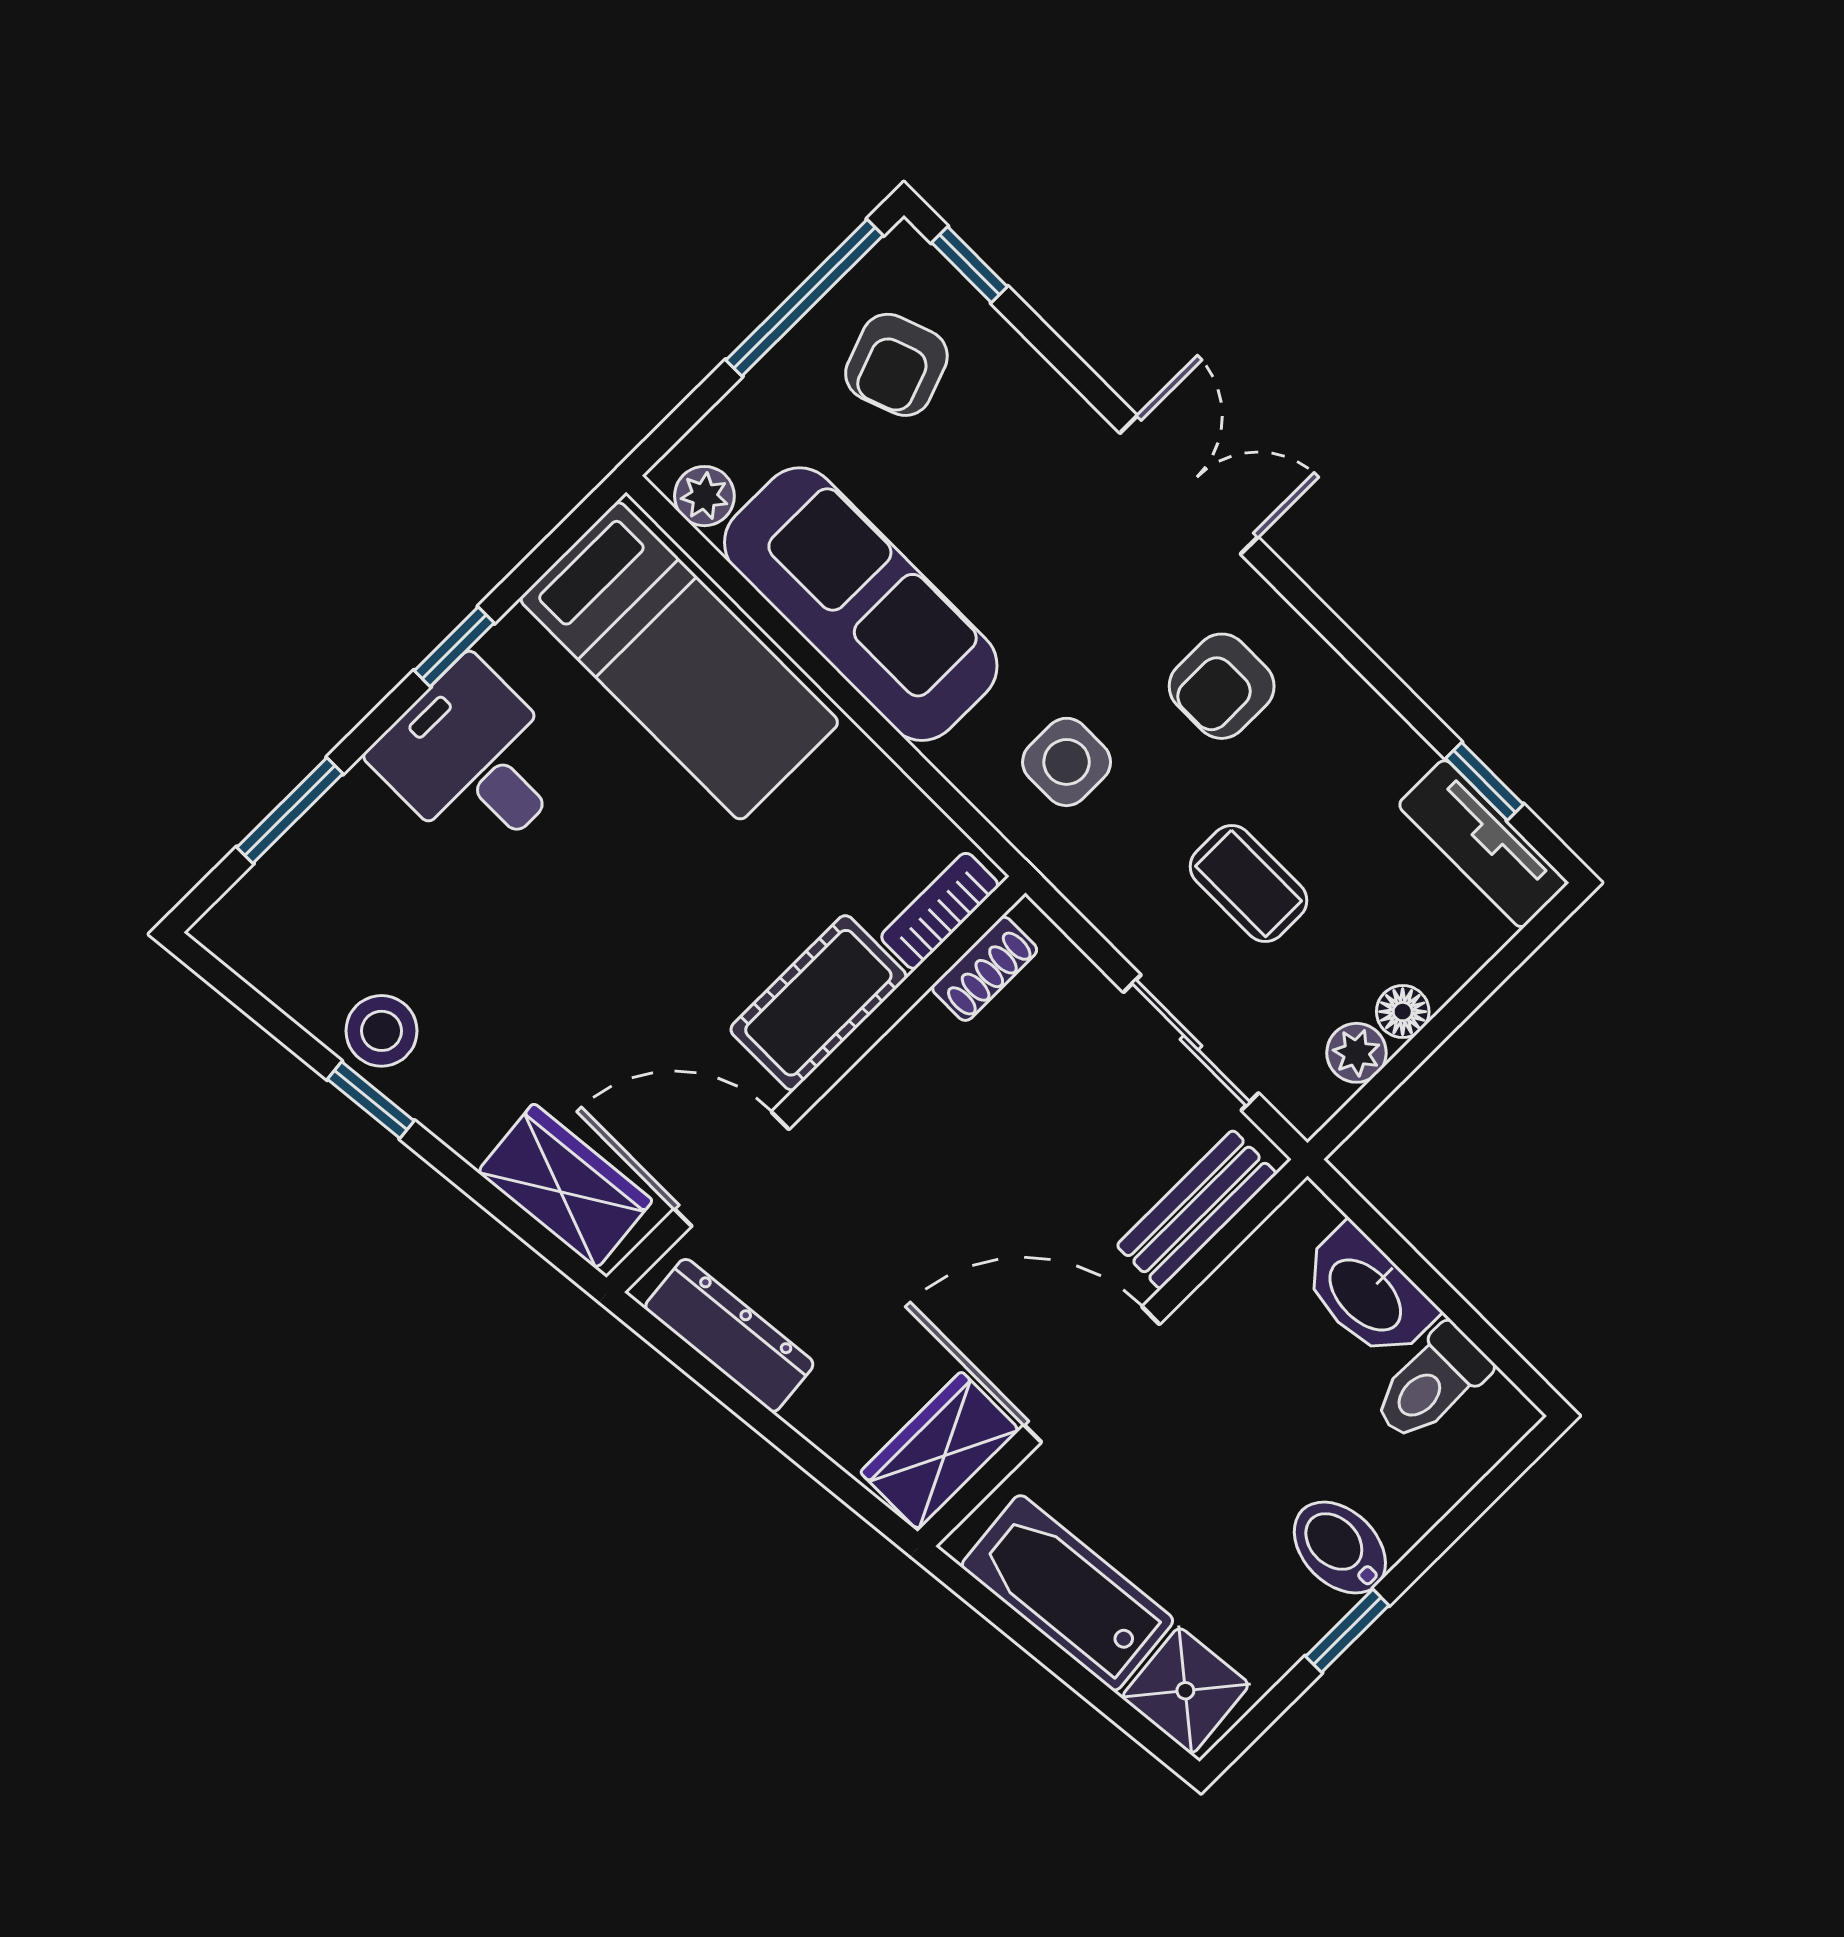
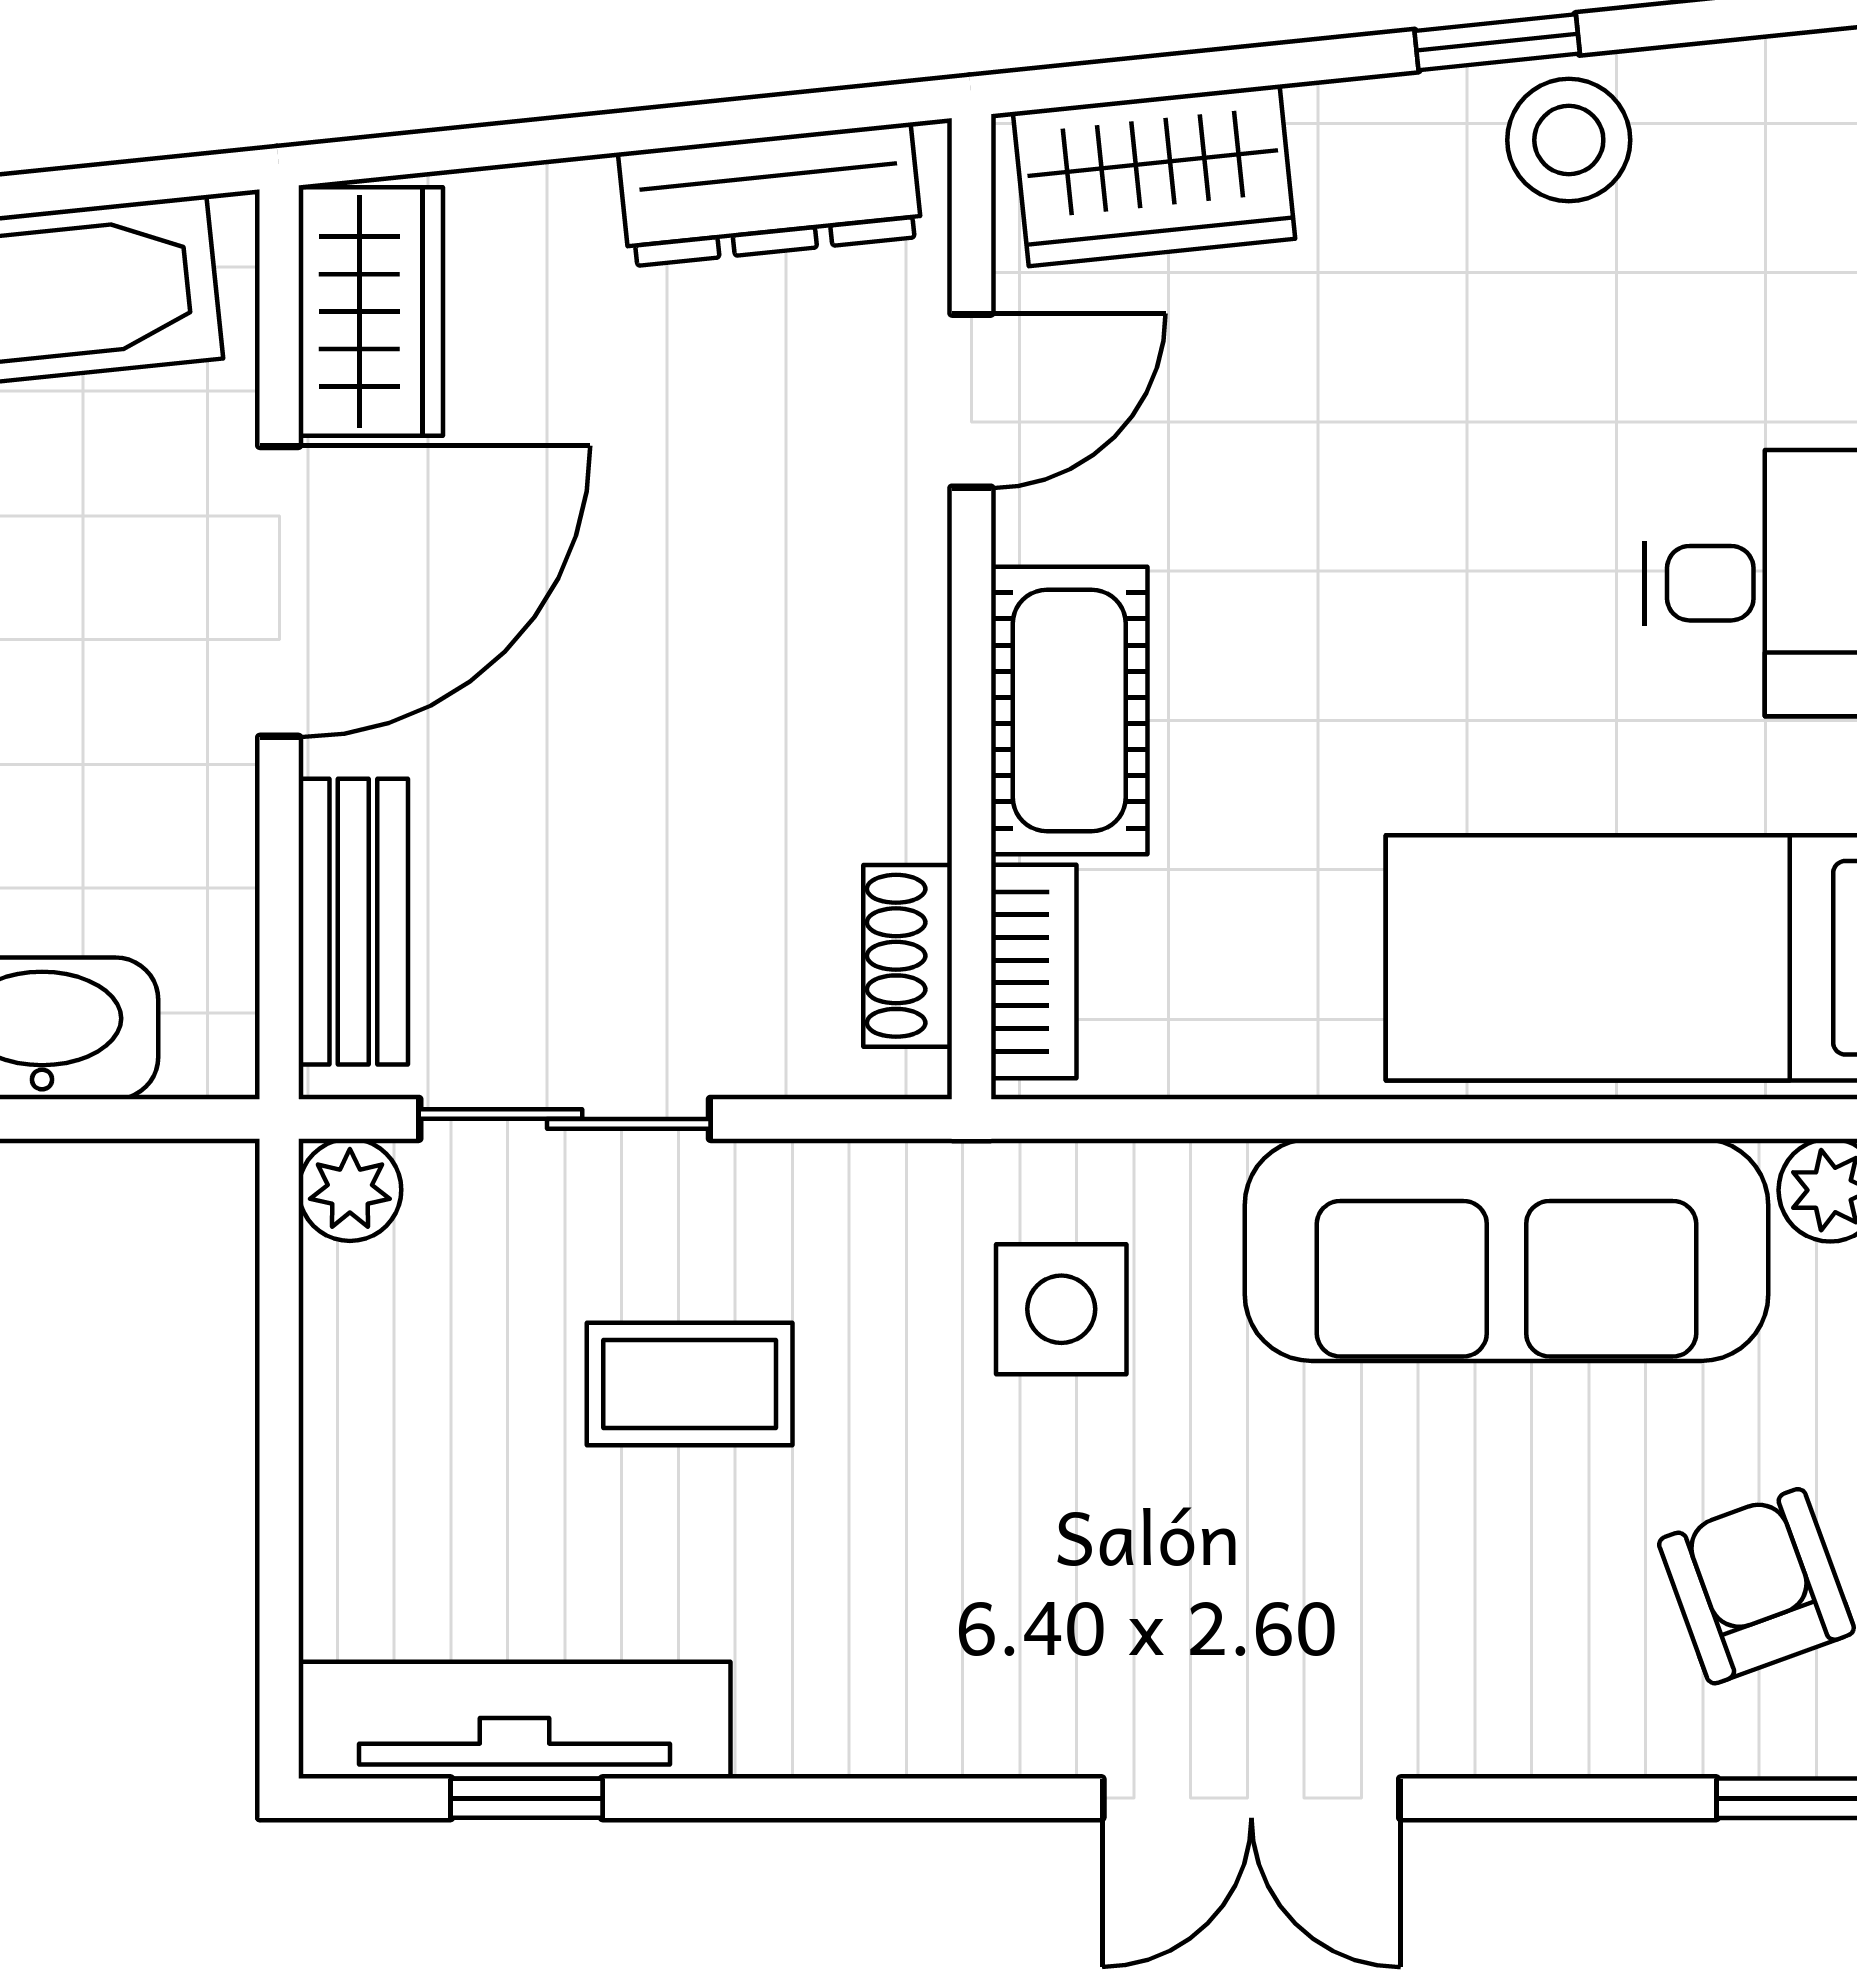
armchair: (1222, 686) -> (965, 1592), removed
tv unit: (1483, 844) -> (515, 1720), width x1.41
floor lamp: (1403, 1012) -> (344, 1417), removed
plant: (1356, 1053) -> (350, 1190), moved
door: (732, 1169) -> (971, 401), width x0.73

